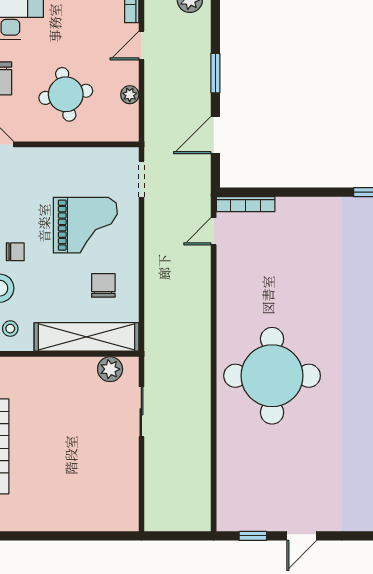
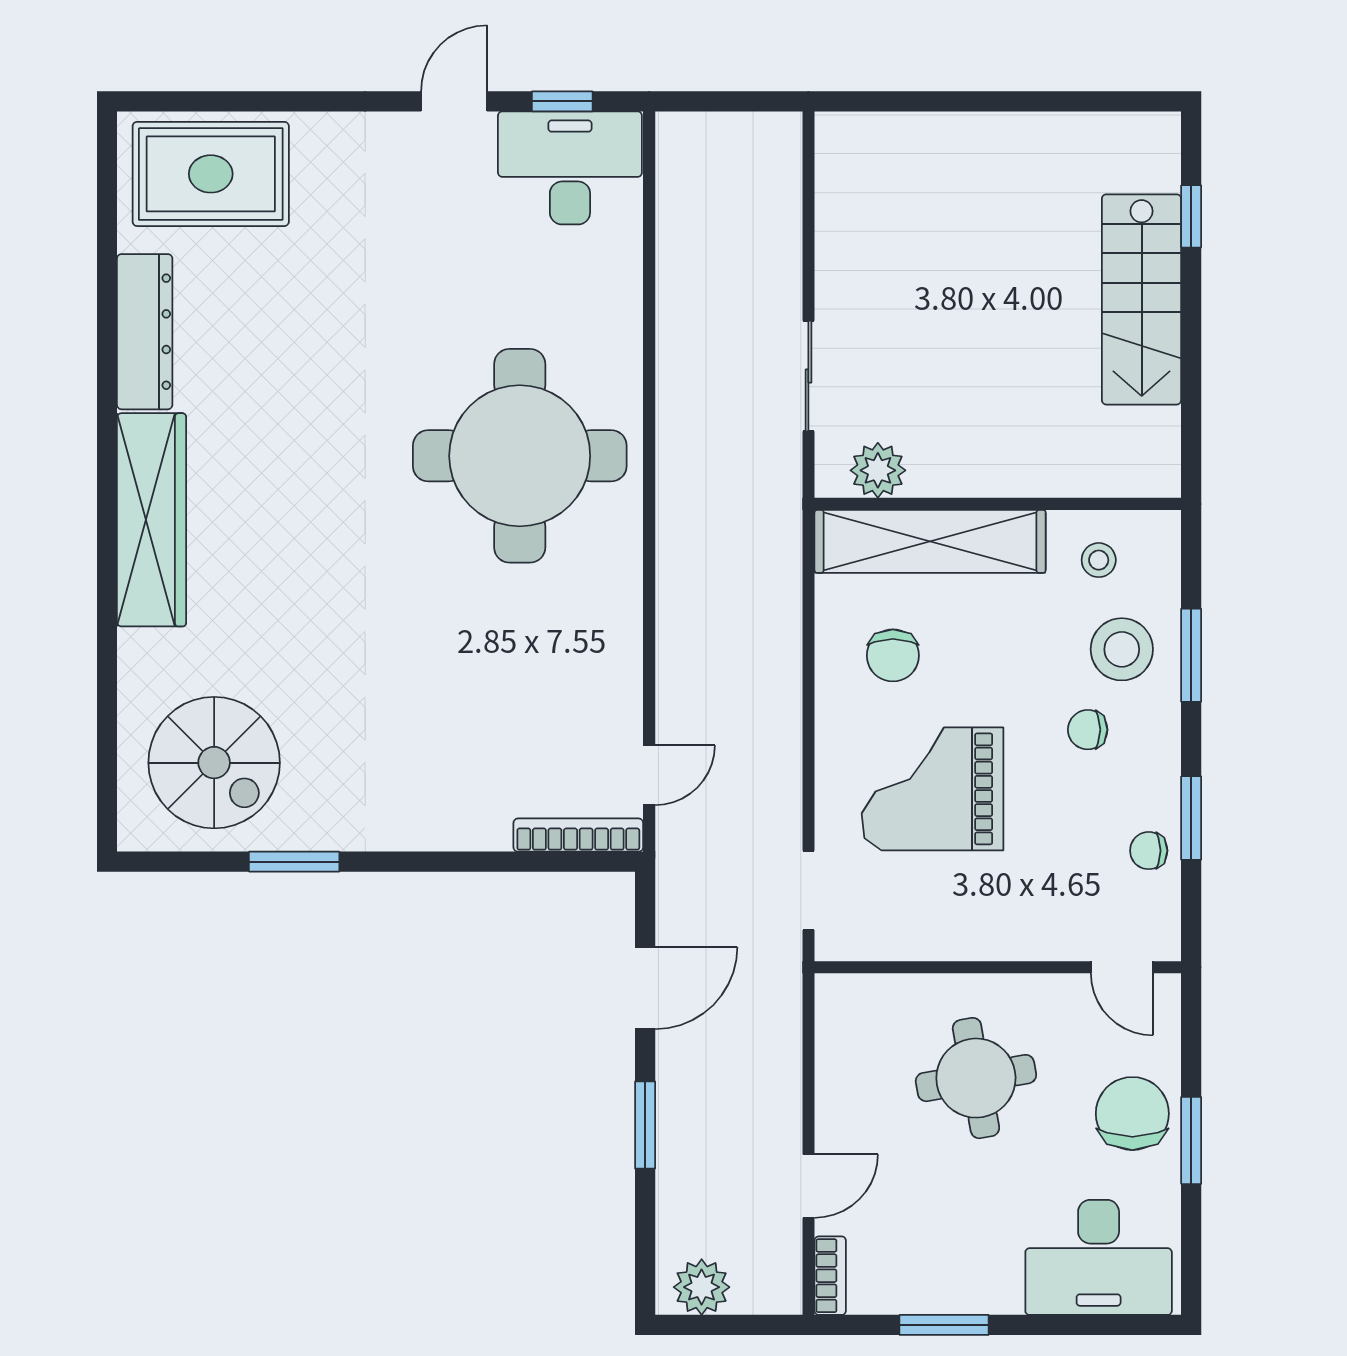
plant: (130, 95) -> (834, 1077), removed
desk: (249, 506) -> (570, 168), added

